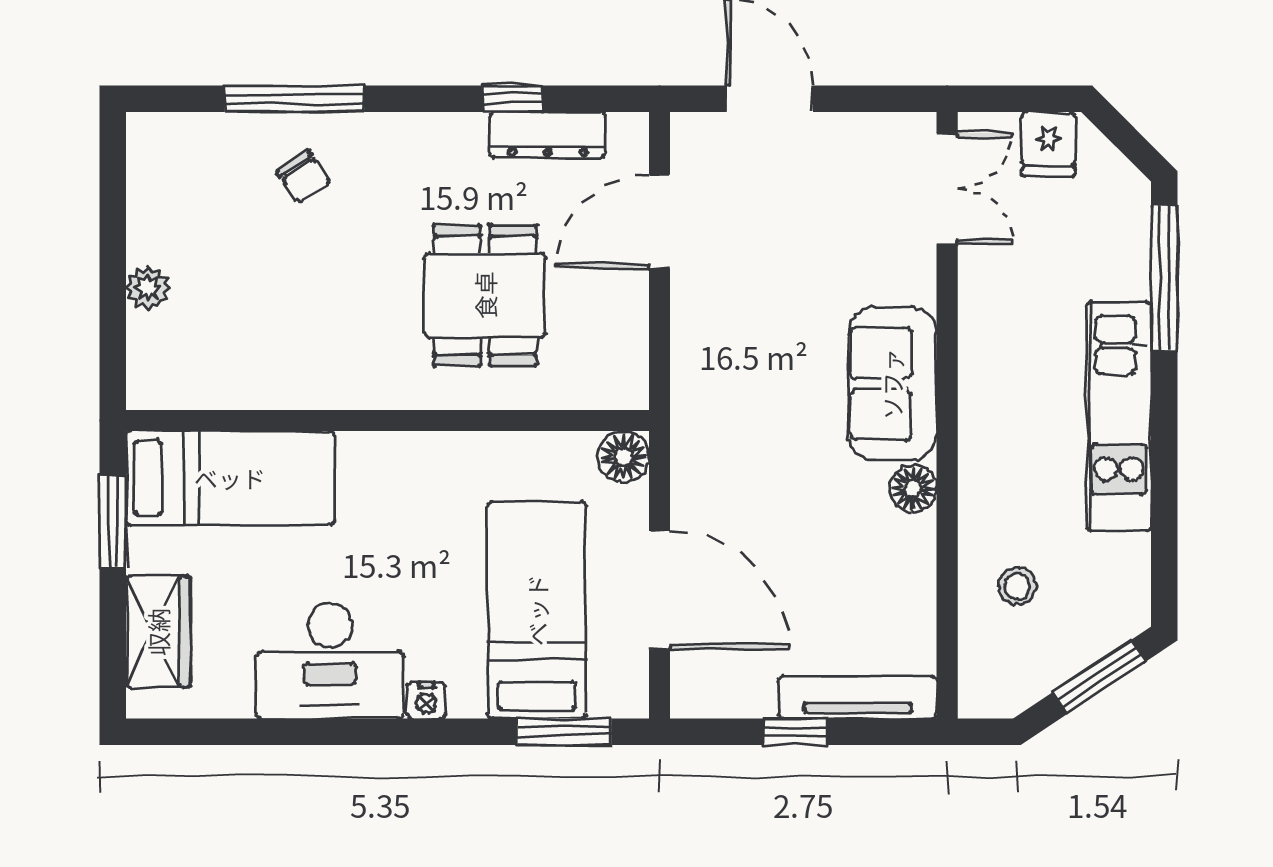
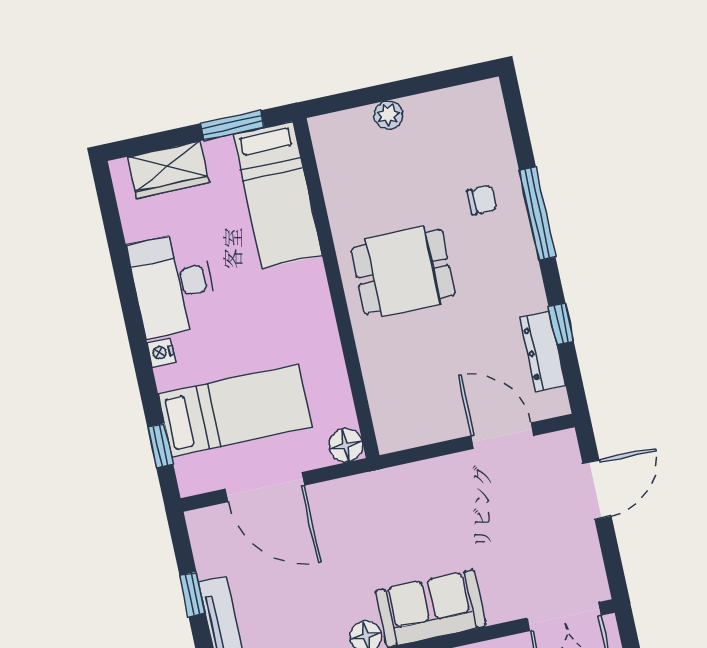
window: (295, 99) -> (537, 214), moved
chair: (304, 177) -> (482, 200), turned -145
dining table: (485, 295) -> (403, 272), moved
door: (659, 590) -> (265, 487), hinge flipped
window: (564, 732) -> (160, 445), width x0.67

